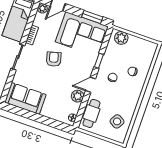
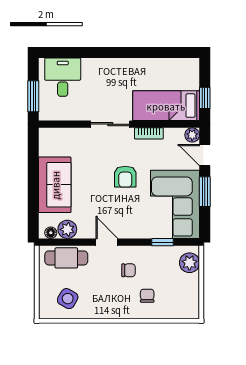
window: (92, 17) -> (205, 192), moved
armchair: (54, 59) -> (125, 177), turned 105
window: (99, 61) -> (162, 242), moved
plant: (78, 96) -> (67, 229), moved
sofa: (25, 98) -> (55, 185), moved

